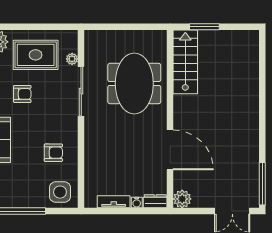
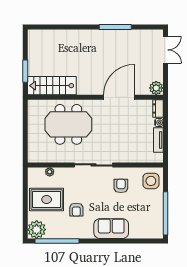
rug: (36, 55) -> (47, 199), turned 90
sliding door: (81, 91) -> (93, 165), moved
armchair: (22, 94) -> (76, 210), turned 180
window: (262, 184) -> (115, 27), moved

